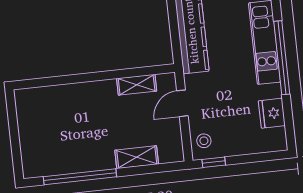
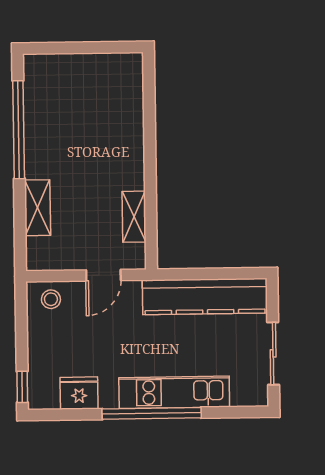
door: (182, 103) -> (103, 275), swing flipped
window: (214, 162) -> (22, 387), moved

